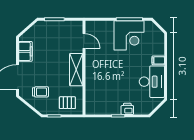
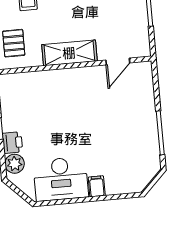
corner desk: (129, 35) -> (134, 135), removed
plant: (140, 109) -> (15, 164), added

